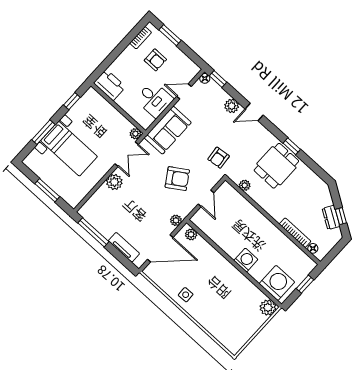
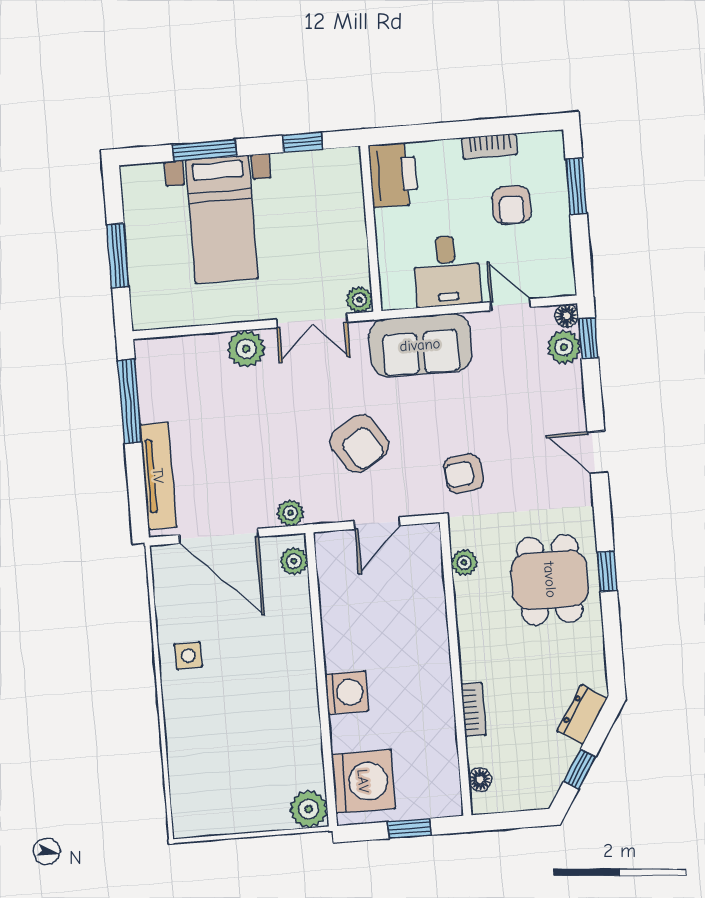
bookcase: (141, 38) -> (490, 146), moved
plant: (232, 106) -> (564, 347), moved
dining table: (276, 166) -> (550, 580), turned 90
dresser: (331, 217) -> (582, 715), moved
bookcase: (295, 233) -> (473, 710), width x0.64
tv unit: (124, 247) -> (158, 476), width x1.41

